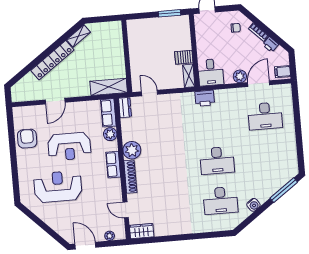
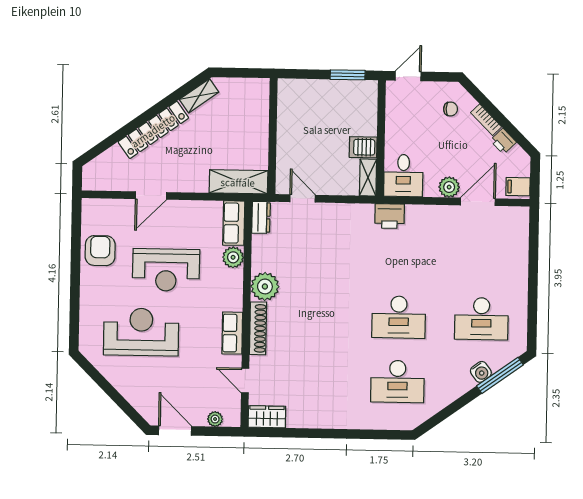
desk: (265, 116) -> (481, 319), moved
row of seats: (113, 165) -> (232, 333), moved
water cooler: (253, 205) -> (481, 372), moved

